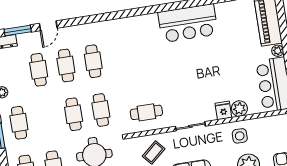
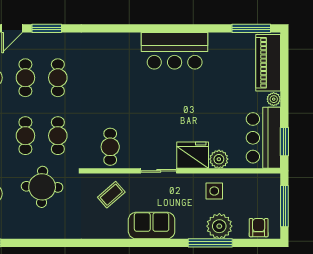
window: (77, 21) -> (47, 28), added
fridge: (223, 110) -> (193, 155), width x1.88, depth x1.34
cafe table: (146, 112) -> (110, 147), turned 90

